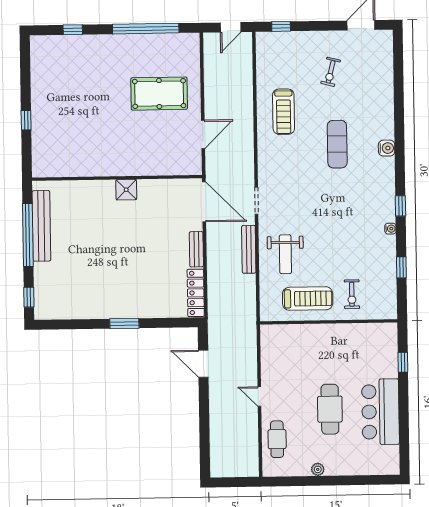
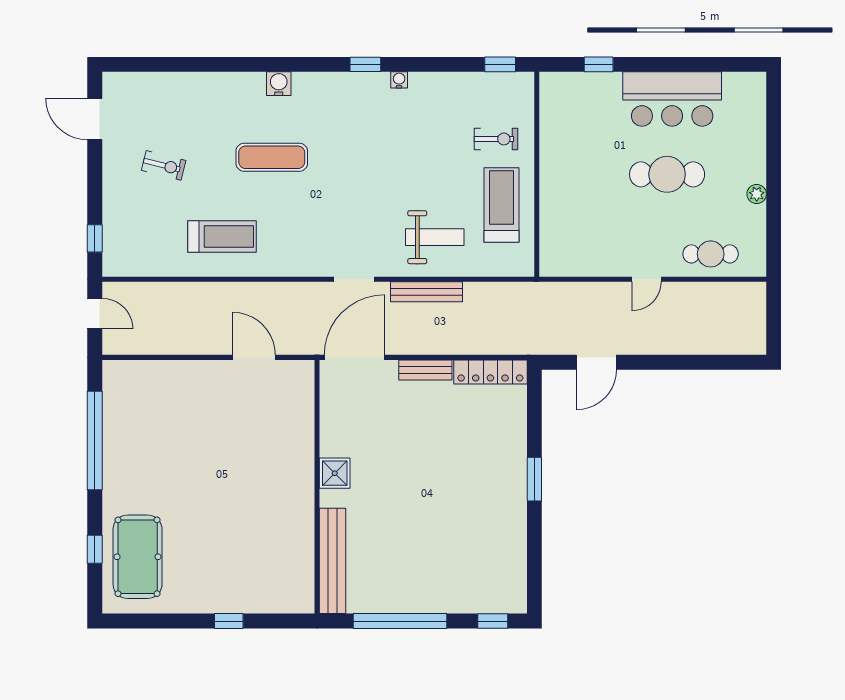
pool table: (159, 94) -> (138, 557), moved
bench: (41, 226) -> (333, 561), moved, turned 90
window: (401, 267) -> (500, 64), moved

